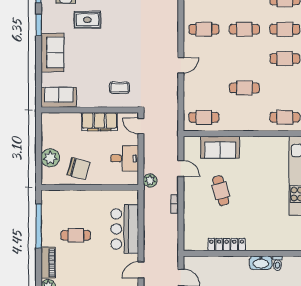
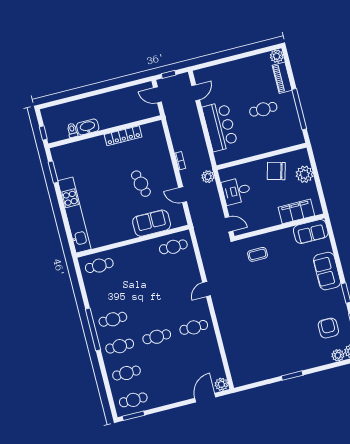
rug: (87, 20) -> (302, 309), removed
cafe table: (244, 88) -> (143, 283), removed
filing cabinet: (99, 122) -> (296, 211), moved

